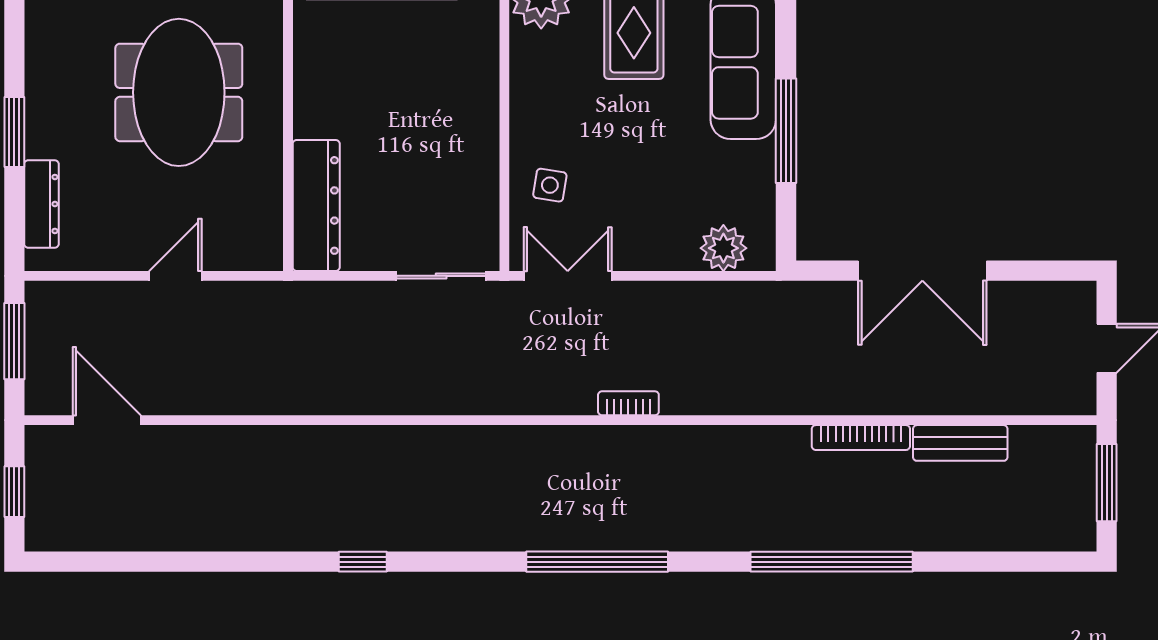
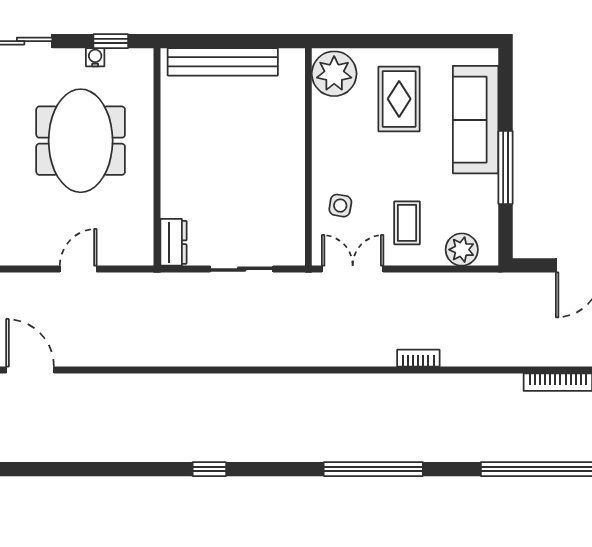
dresser: (316, 205) -> (173, 242), width x0.51, depth x0.80
coffee table: (645, 210) -> (407, 223), added
sliding door: (441, 276) -> (242, 269), moved
bookcase: (628, 403) -> (418, 358), moved

